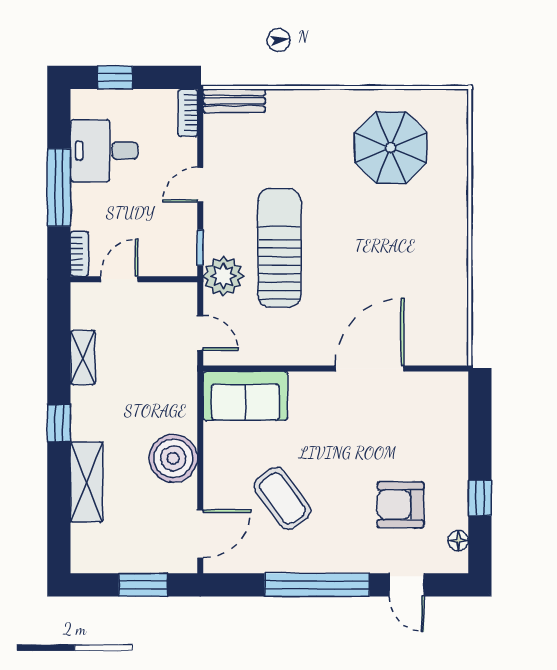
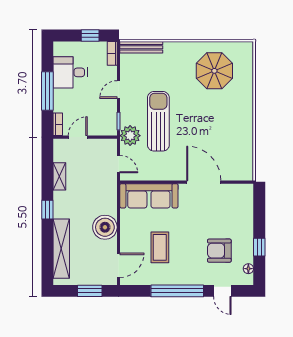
window: (115, 77) -> (90, 36), moved
bench: (234, 101) -> (141, 47), width x1.36
door: (370, 369) -> (204, 182), hinge flipped
sofa: (245, 396) -> (149, 196), width x1.36
shelving: (87, 482) -> (61, 249), width x1.47
coffee table: (282, 498) -> (160, 247), turned 36

